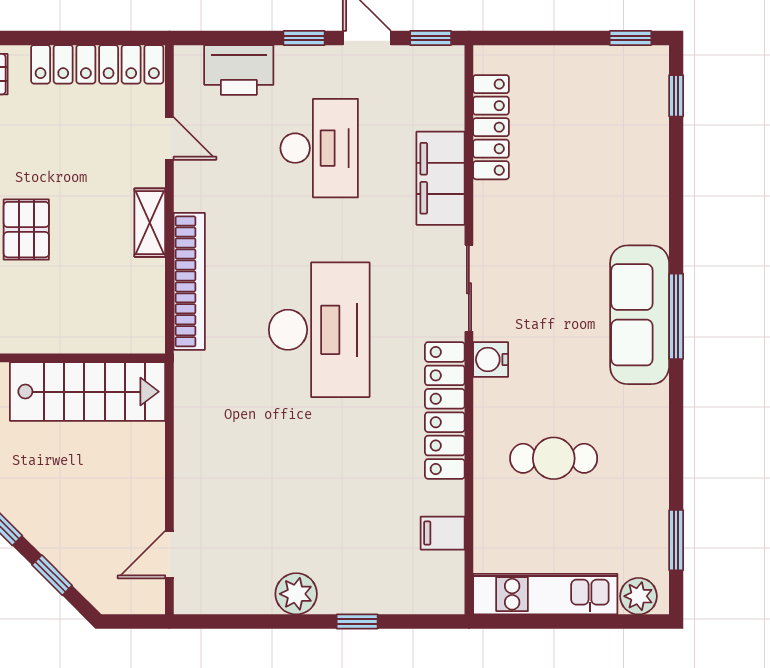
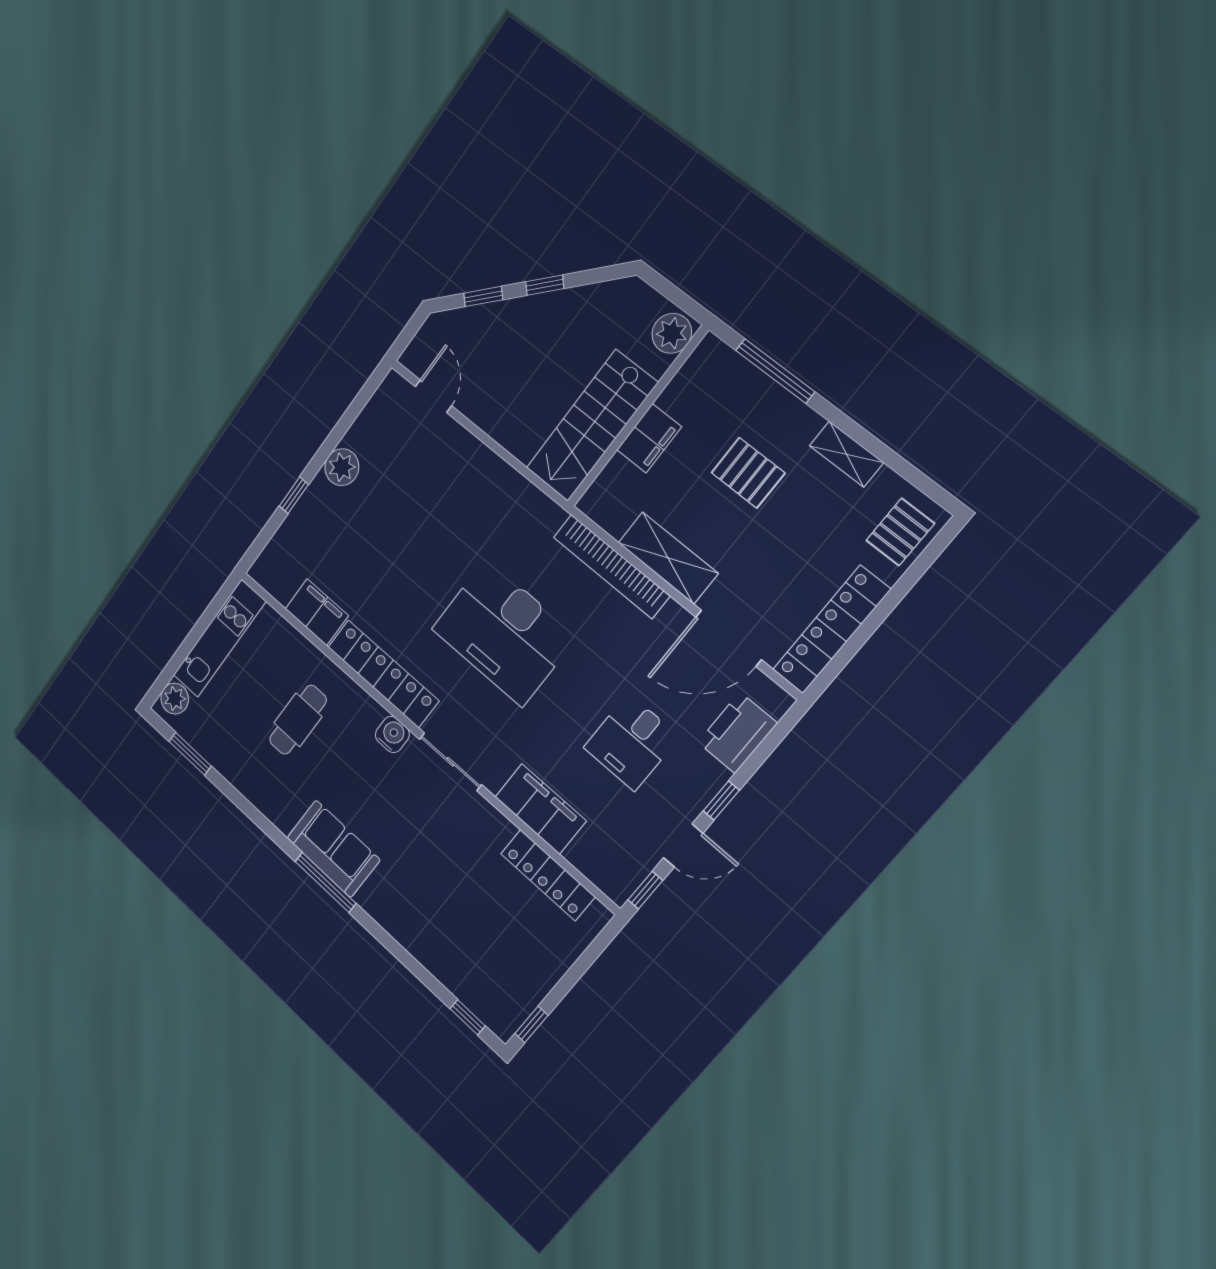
door: (169, 138) -> (728, 638), width x1.88
desk: (319, 148) -> (631, 742), width x0.73
shelving: (150, 223) -> (668, 558), width x1.50, depth x1.33
sofa: (640, 315) -> (333, 849), width x0.73
filing cabinet: (61, 334) -> (649, 438), added
filing cabinet: (443, 533) -> (317, 612), width x2.00

